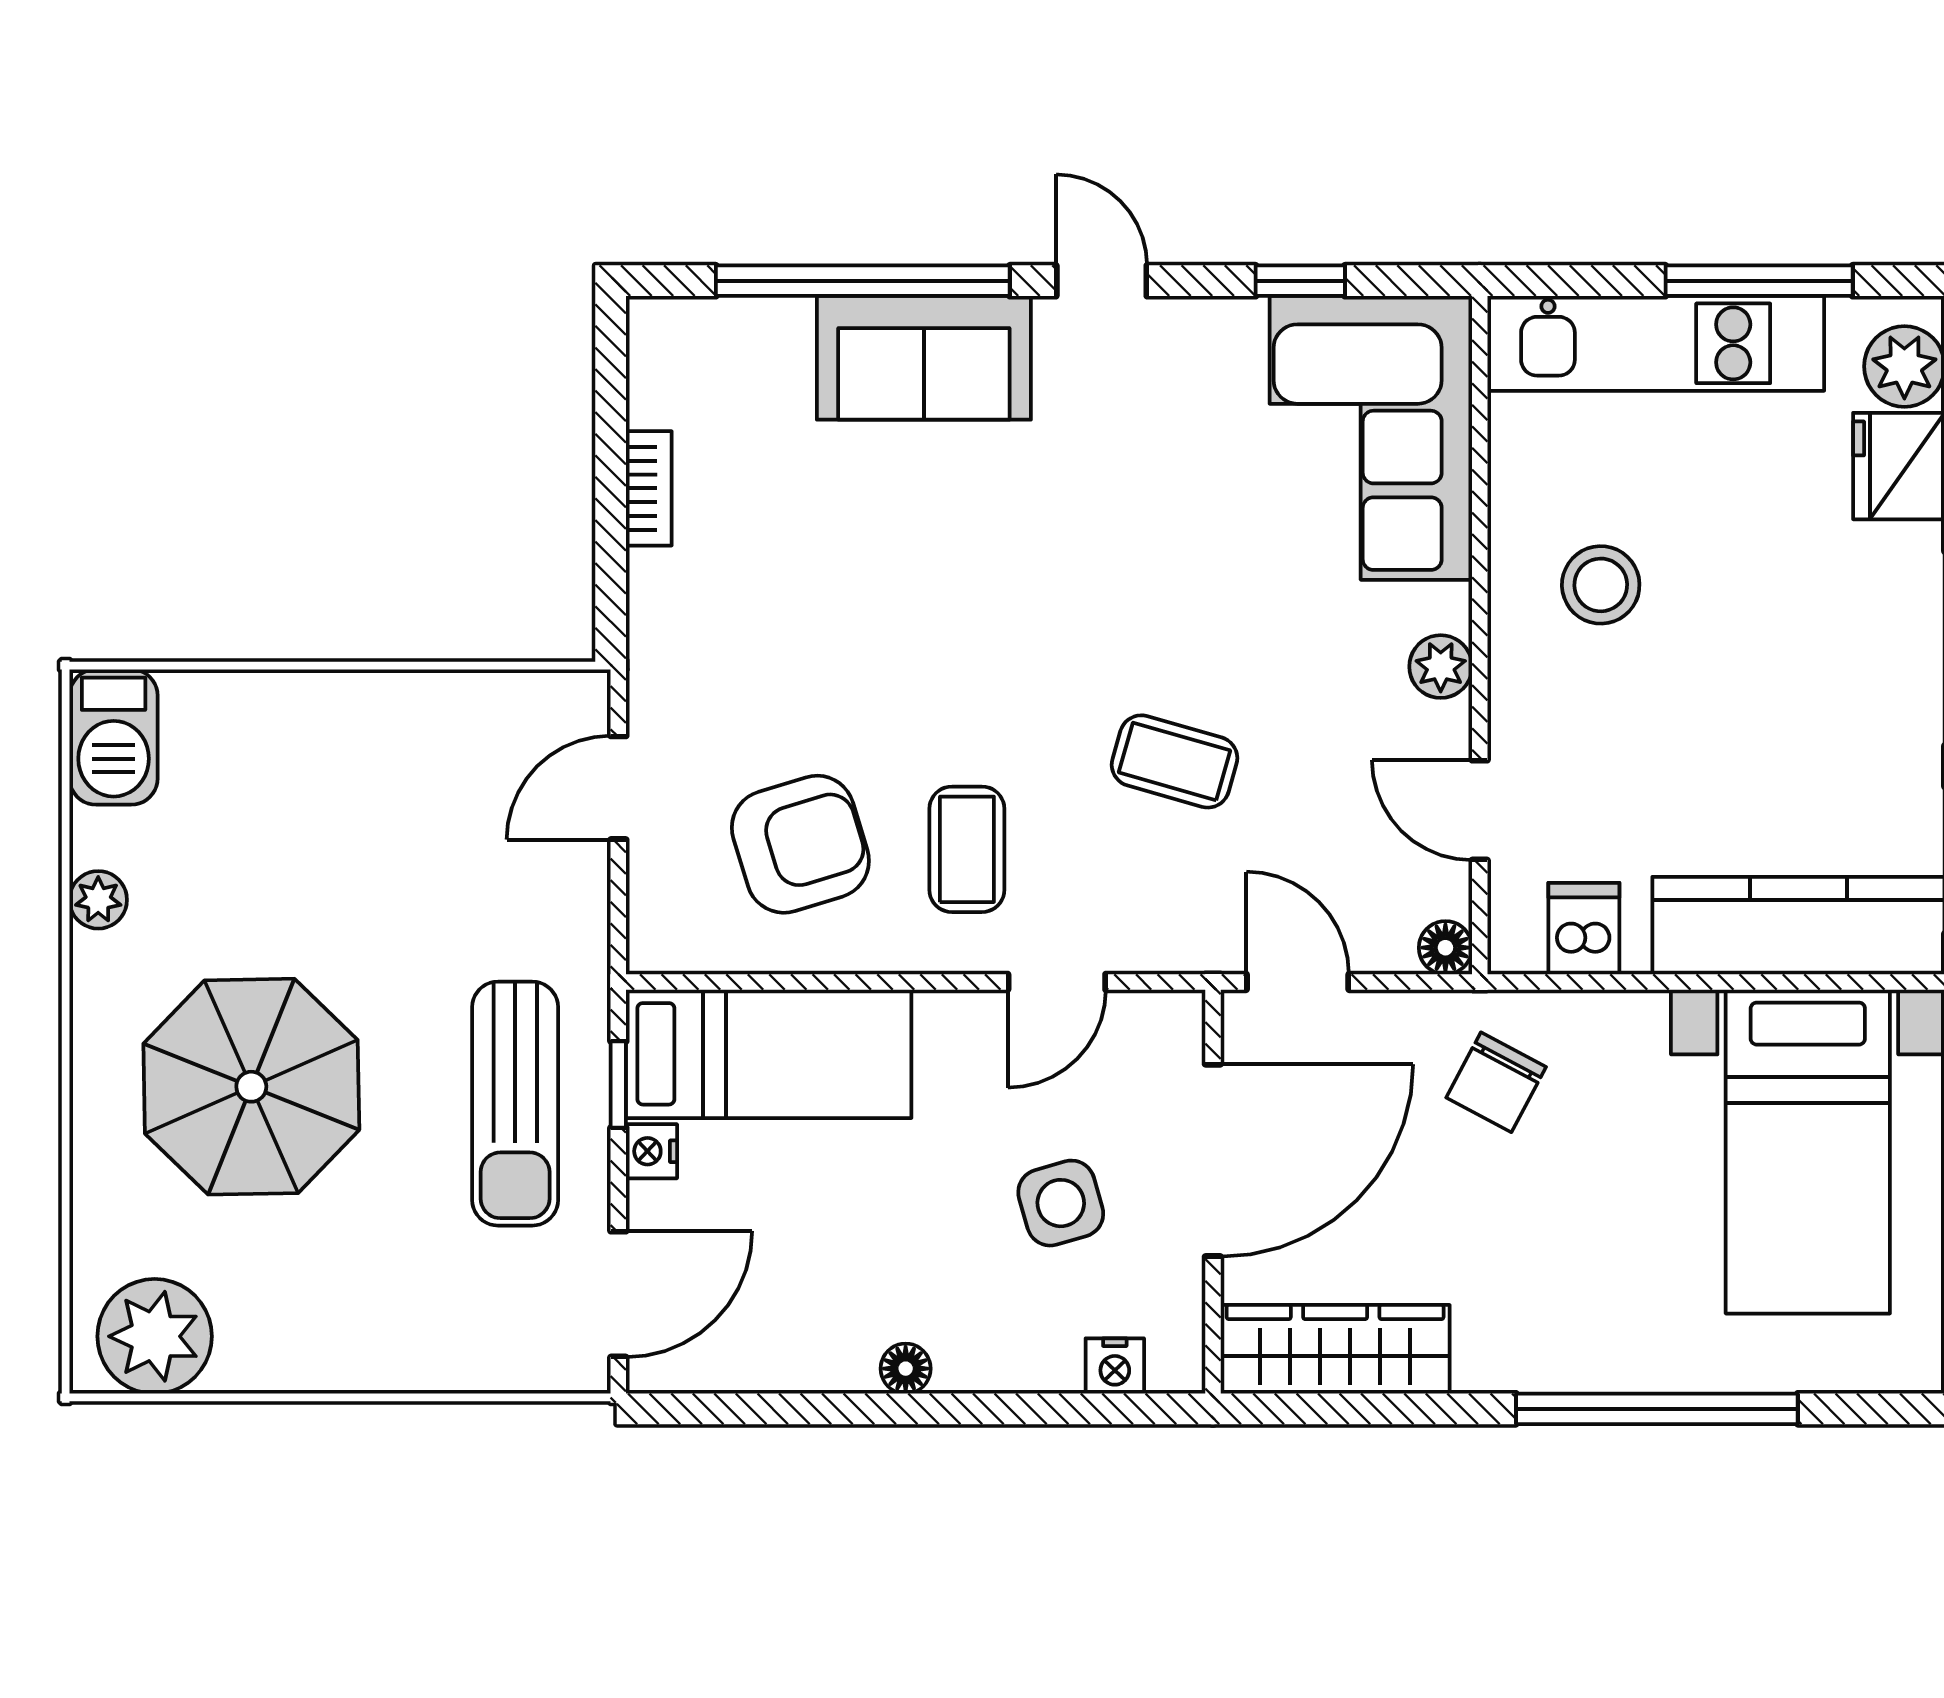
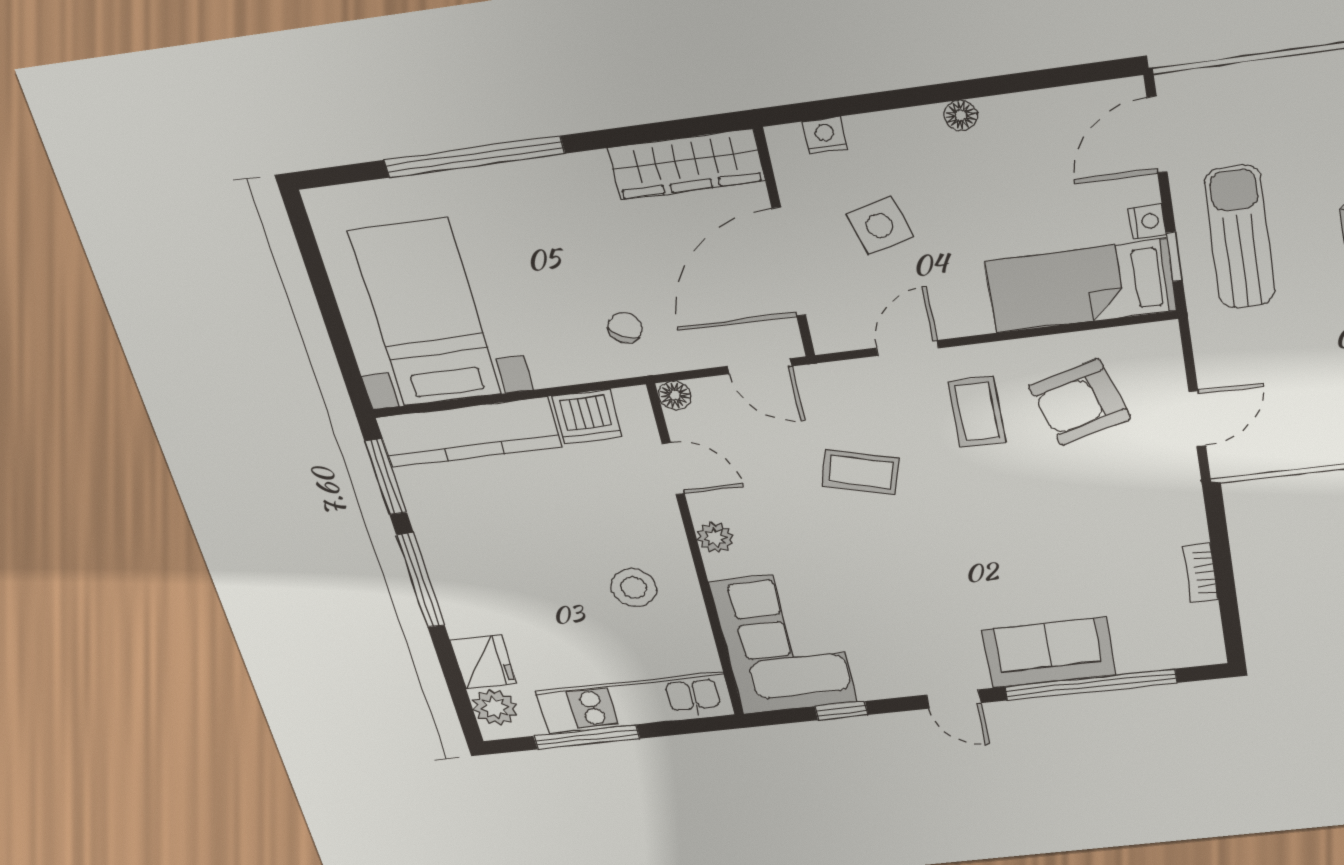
dishwasher: (1584, 929) -> (587, 416), width x1.38
chair: (1496, 1082) -> (625, 327), width x0.73, depth x0.73

